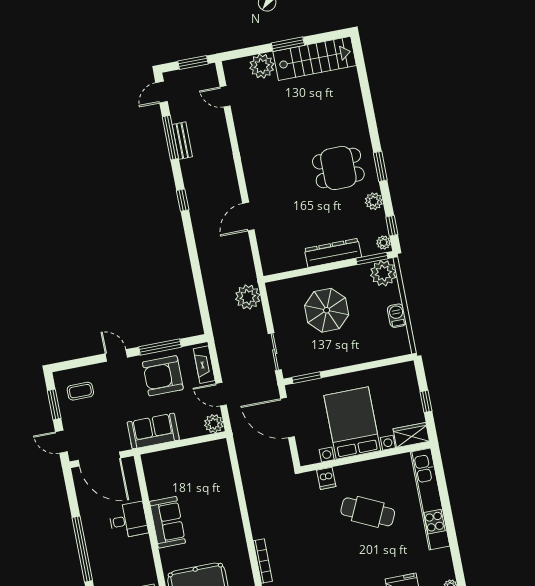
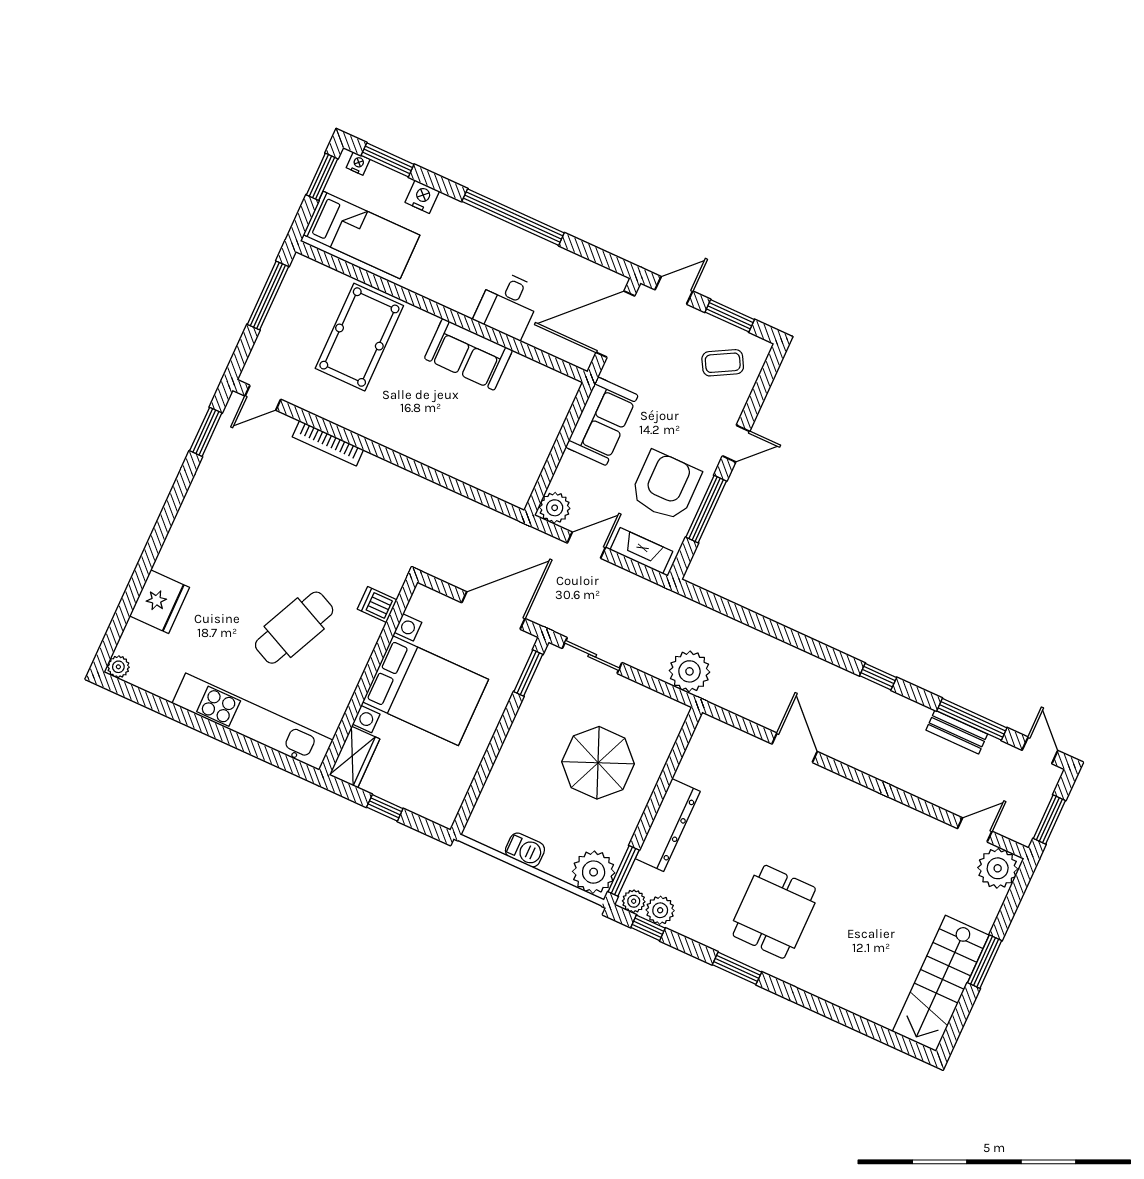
plant: (262, 66) -> (998, 868), moved
plant: (374, 201) -> (660, 910), moved
coffee table: (80, 391) -> (723, 363), turned 61

